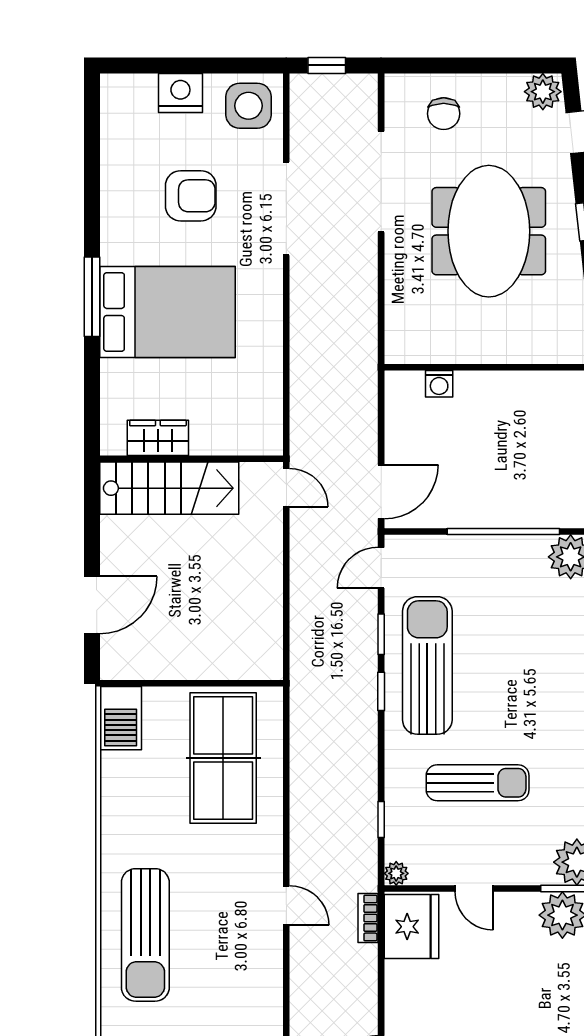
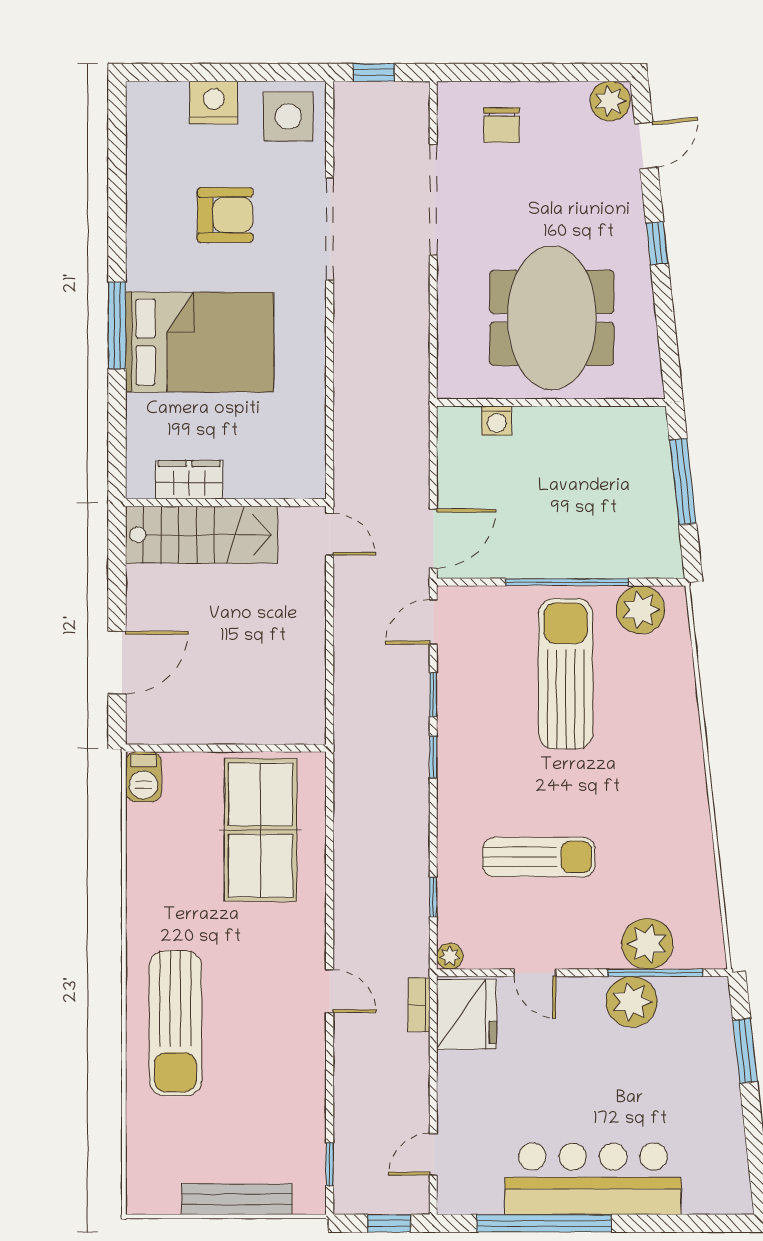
meeting table: (489, 231) -> (552, 318), moved
sun lounger: (427, 665) -> (566, 674), moved
barbecue: (121, 718) -> (144, 777), width x0.73, depth x0.79

